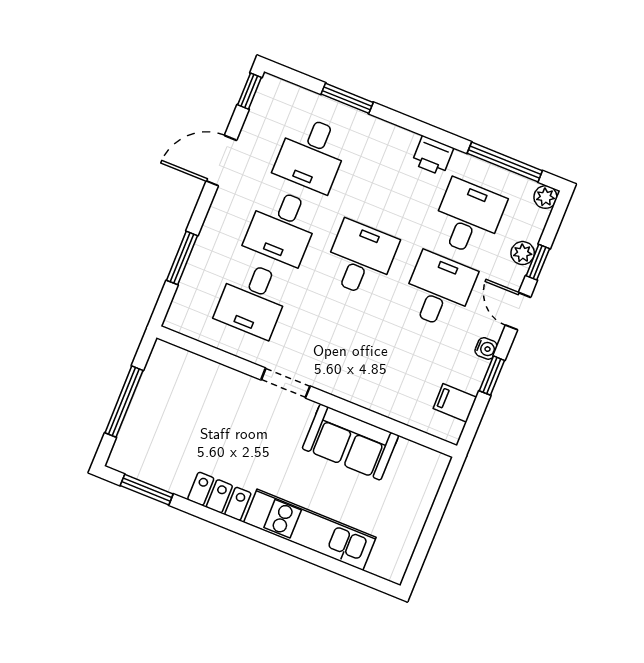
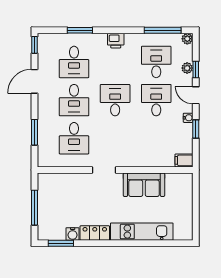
printer: (433, 156) -> (116, 41), moved
filing cabinet: (455, 403) -> (184, 160), moved
water cooler: (176, 481) -> (73, 234), added

